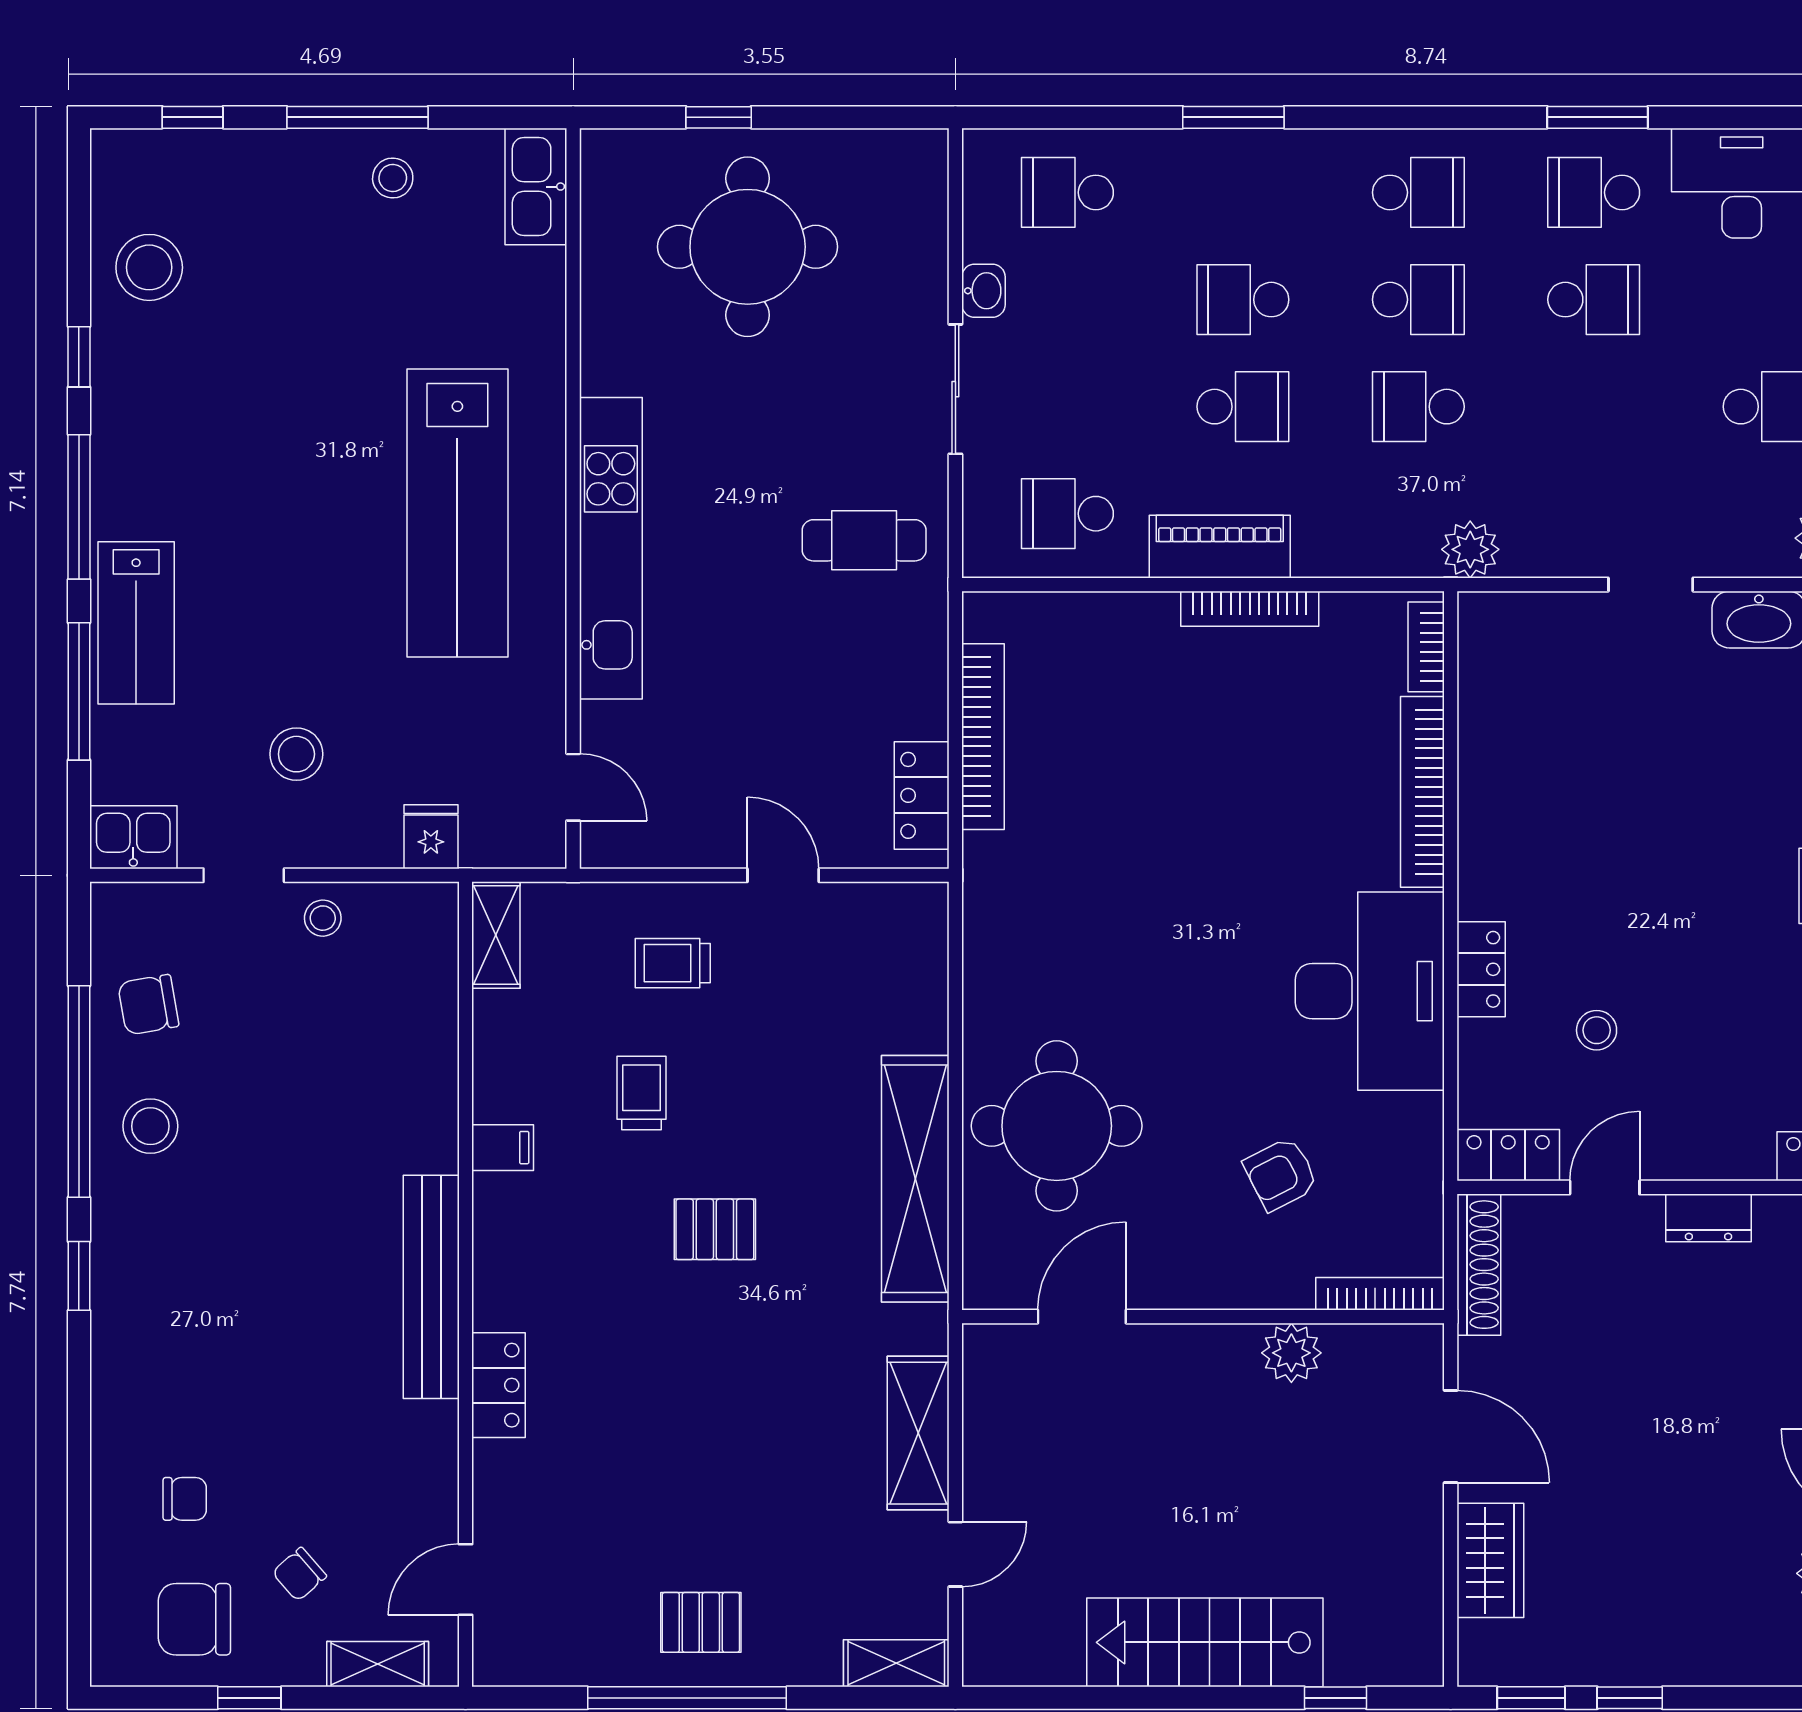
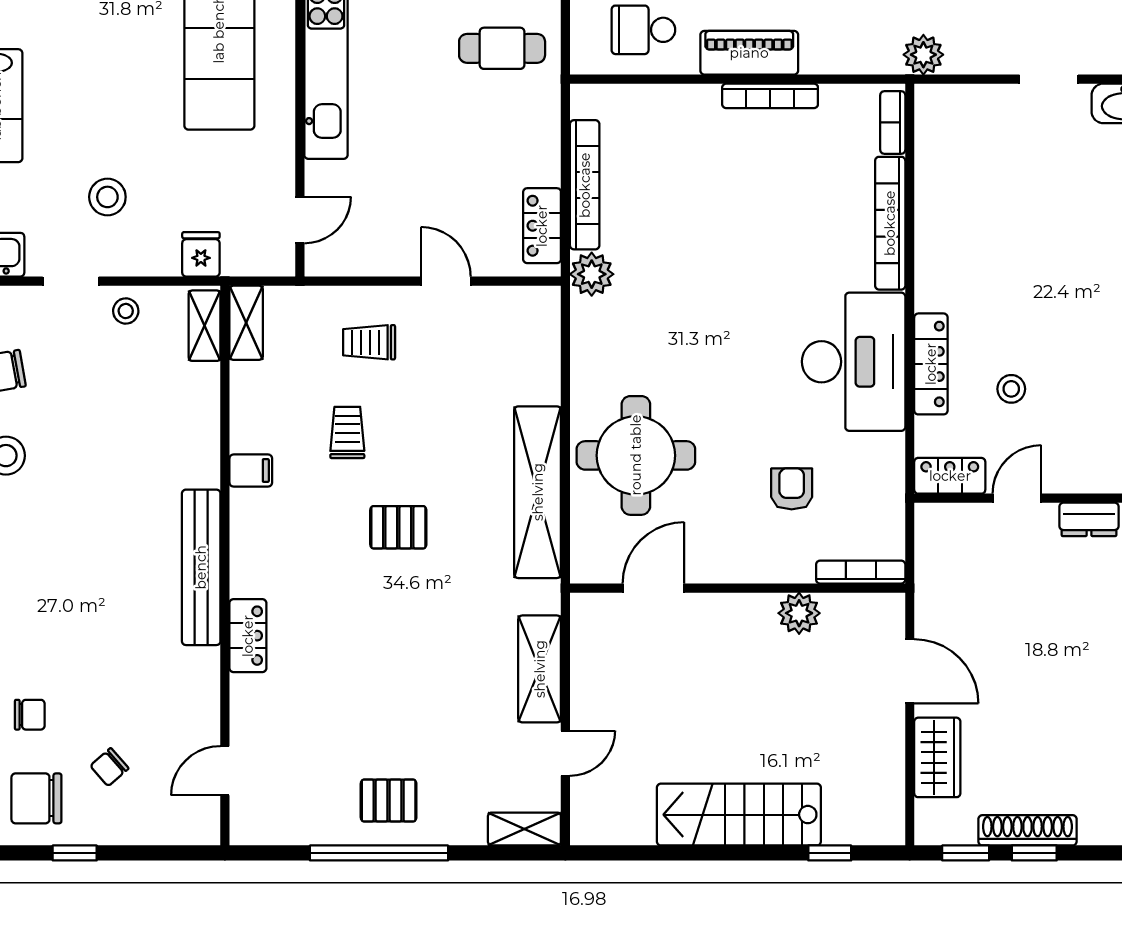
door: (573, 787) -> (300, 220), hinge flipped
plant: (993, 865) -> (592, 274), added
locker: (1481, 969) -> (931, 364), width x1.53
armchair: (1281, 1174) -> (792, 489), turned 117
shoe rack: (1479, 1265) -> (1028, 830), moved, turned -90
shelving: (378, 1664) -> (205, 326), moved, turned 90

